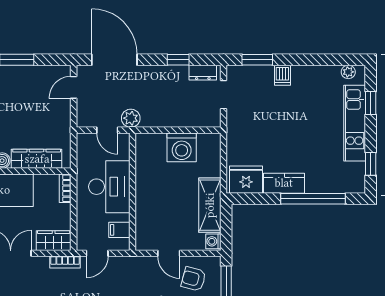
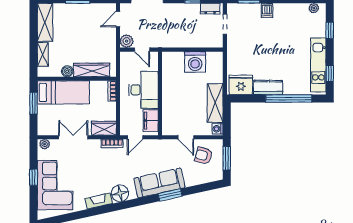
plant: (131, 118) -> (127, 41), moved
kitchen unit: (355, 123) -> (318, 65), moved
filing cabinet: (119, 230) -> (151, 121), width x2.00

